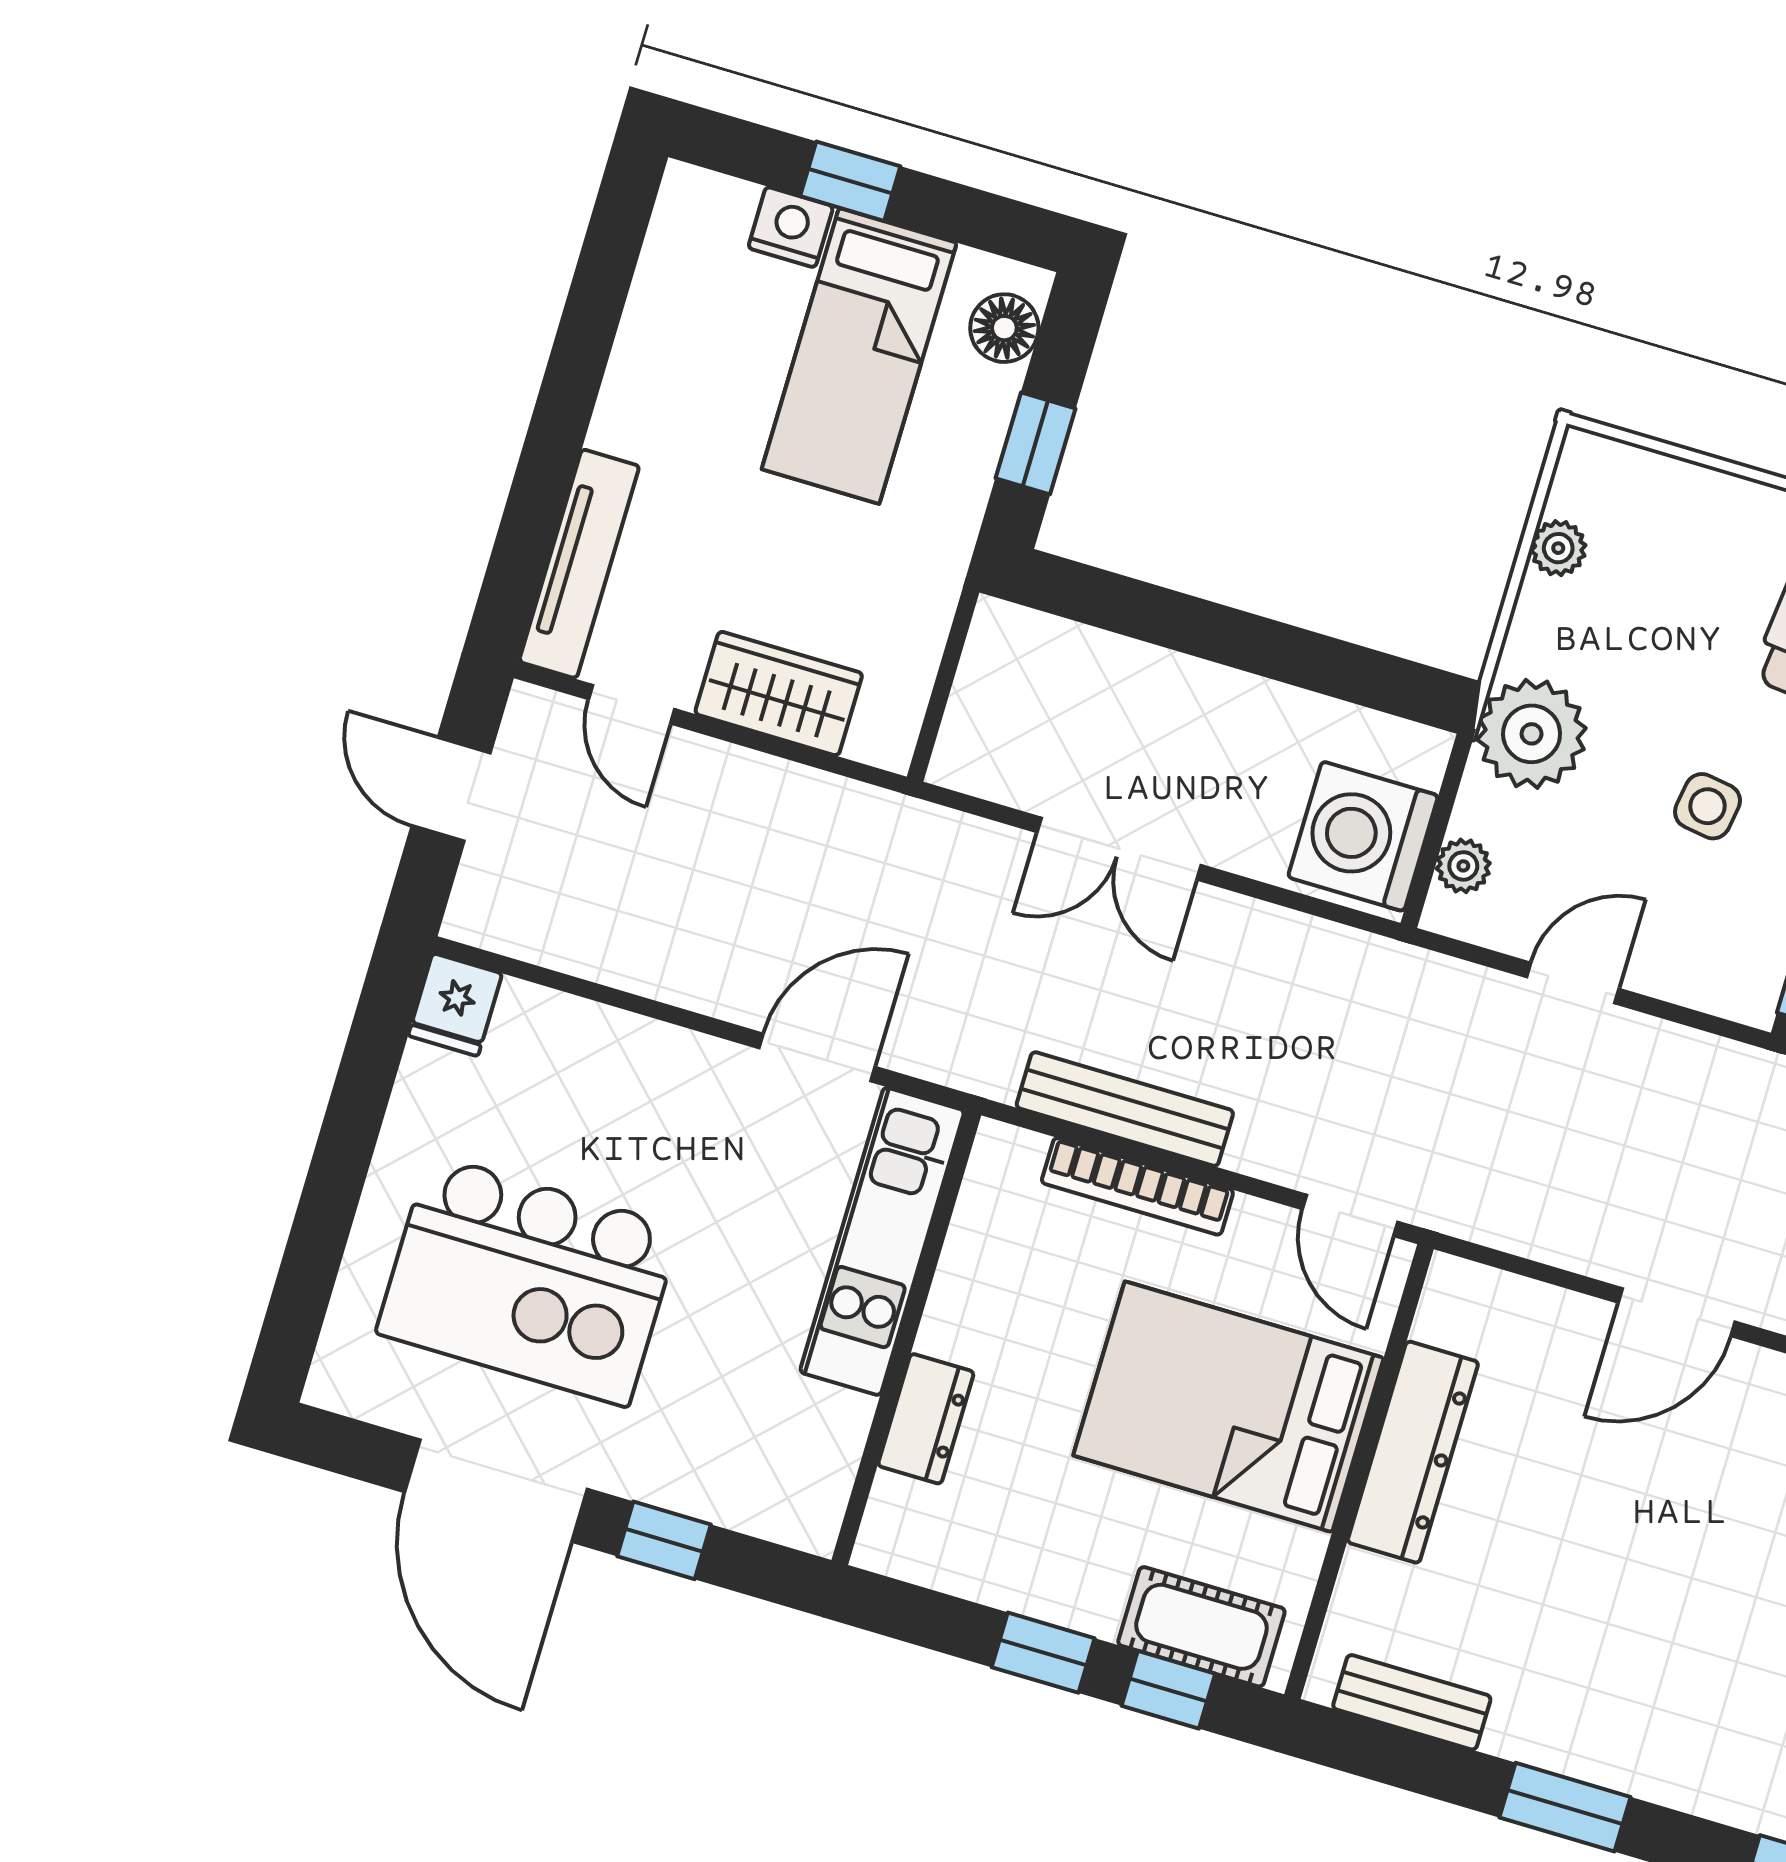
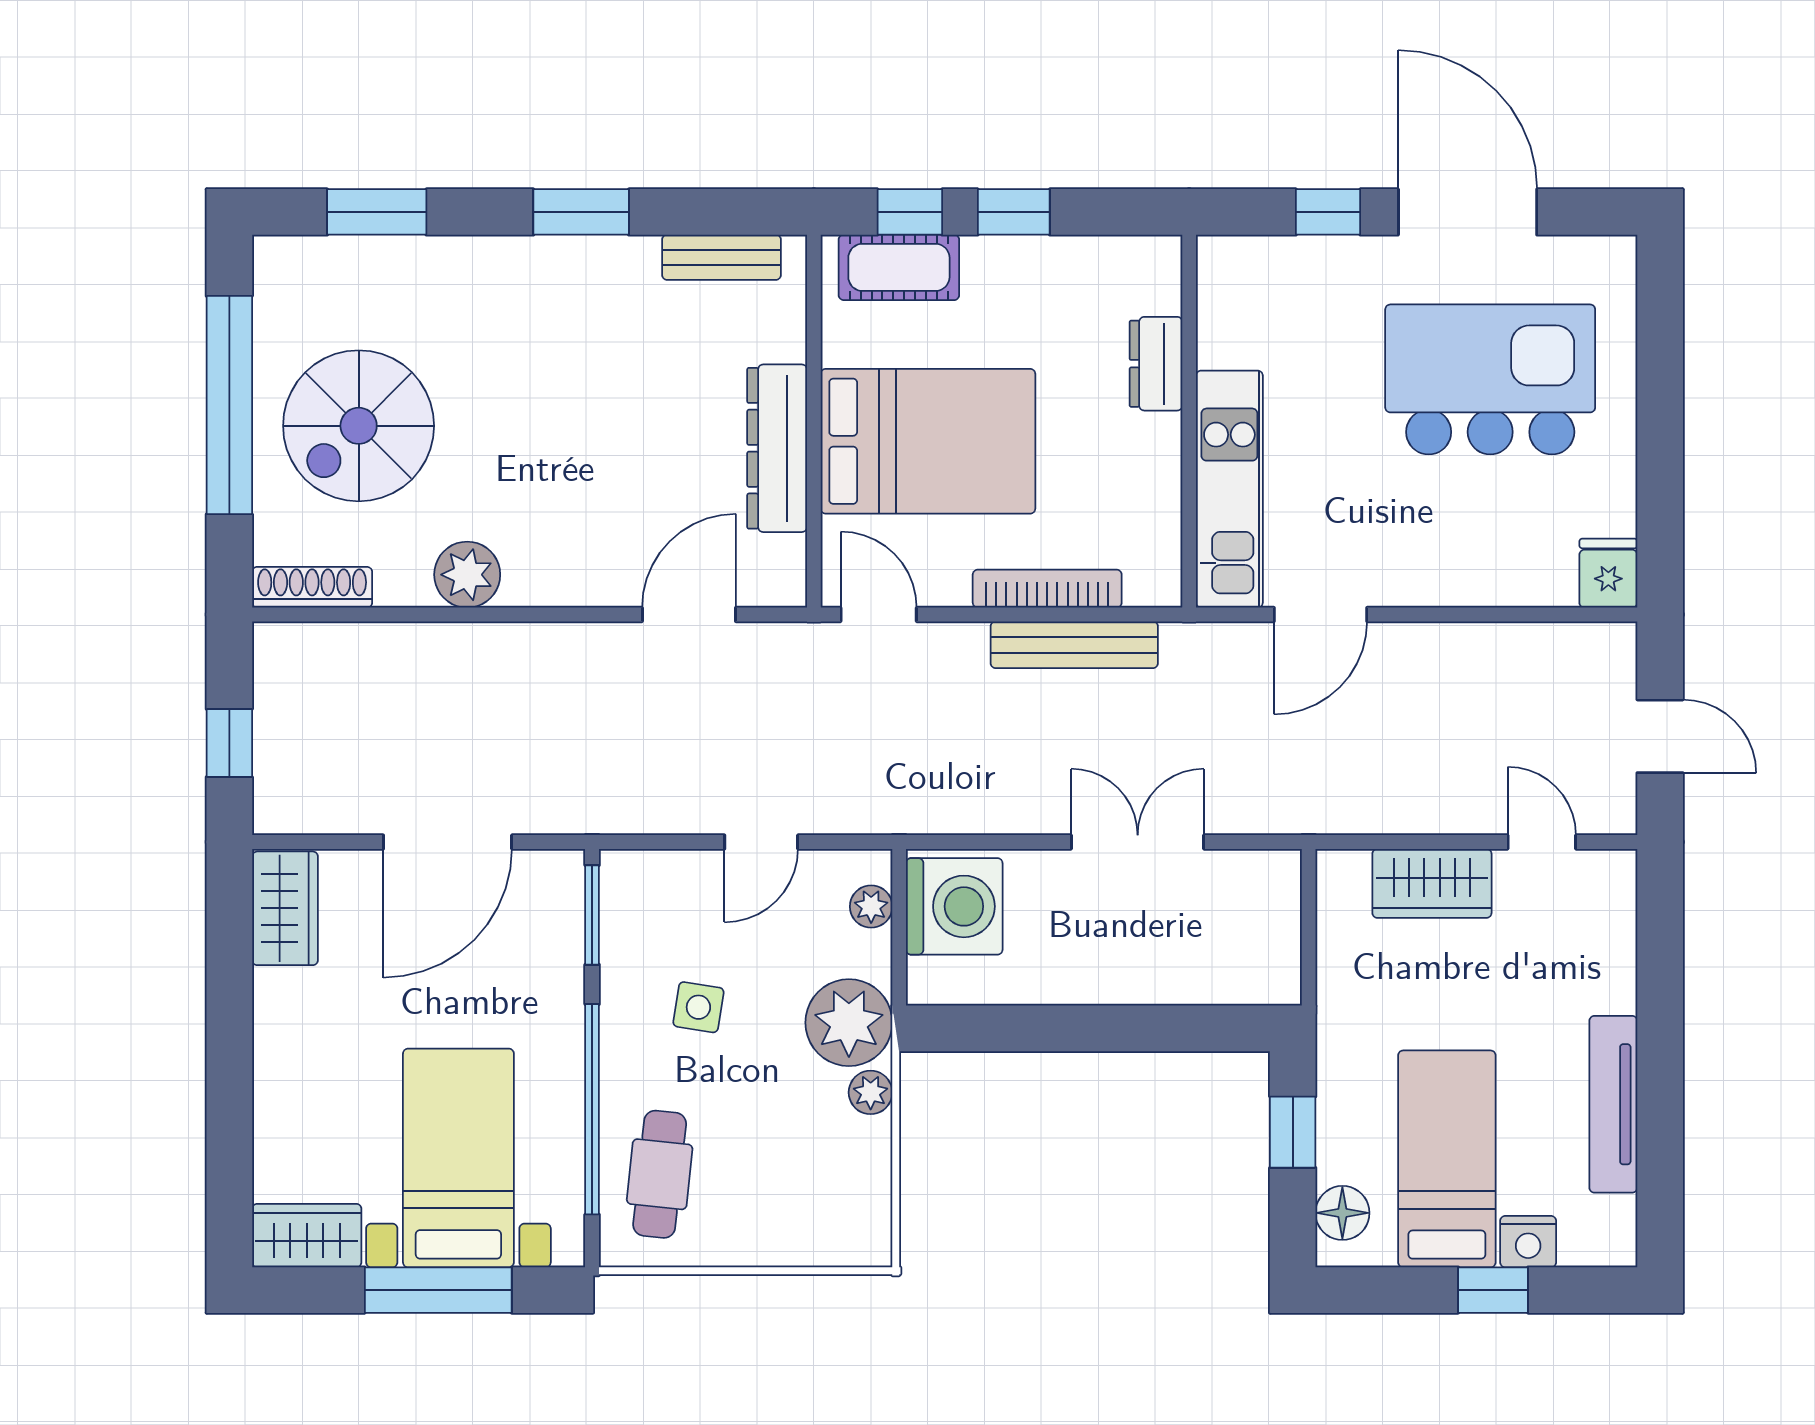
plant: (1558, 548) -> (871, 1092), moved
tv unit: (579, 564) -> (1613, 1104), moved
door: (1677, 1312) -> (689, 614), moved

